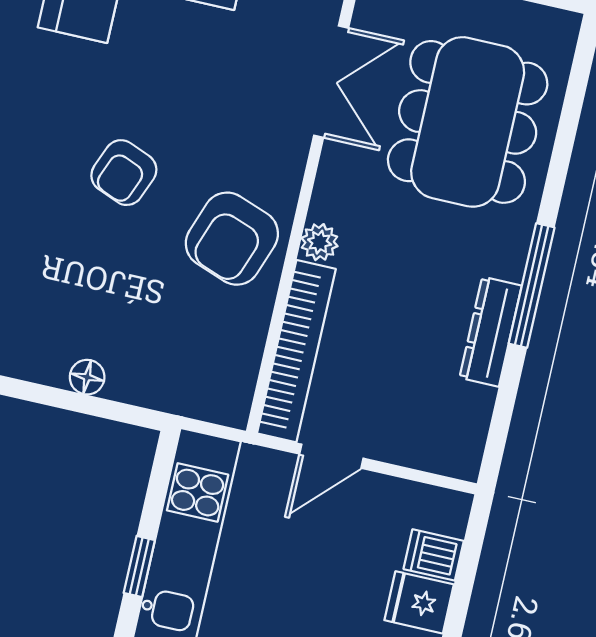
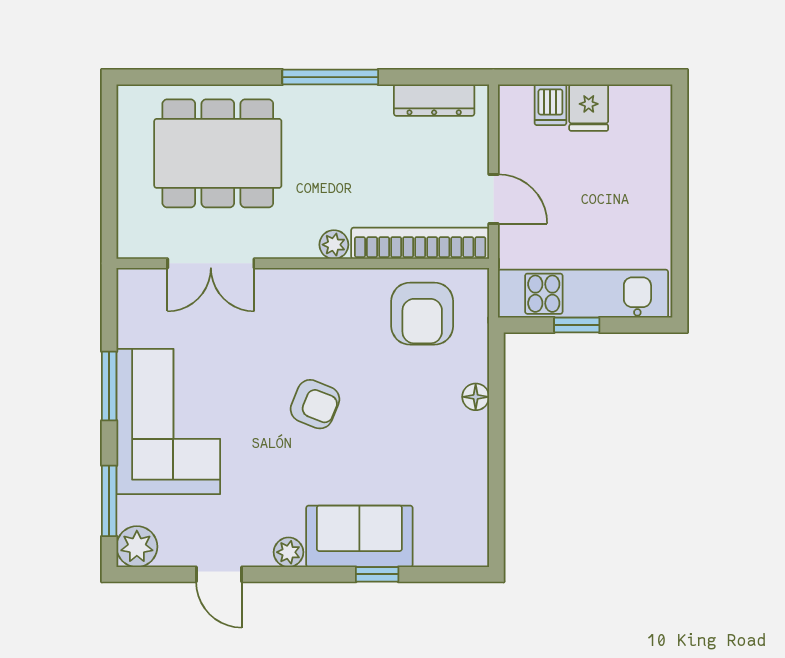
double door: (331, 82) -> (211, 263), swing flipped
armchair: (232, 239) -> (422, 314), moved, turned 70
dresser: (491, 332) -> (434, 100), moved
window: (139, 566) -> (577, 325), moved

